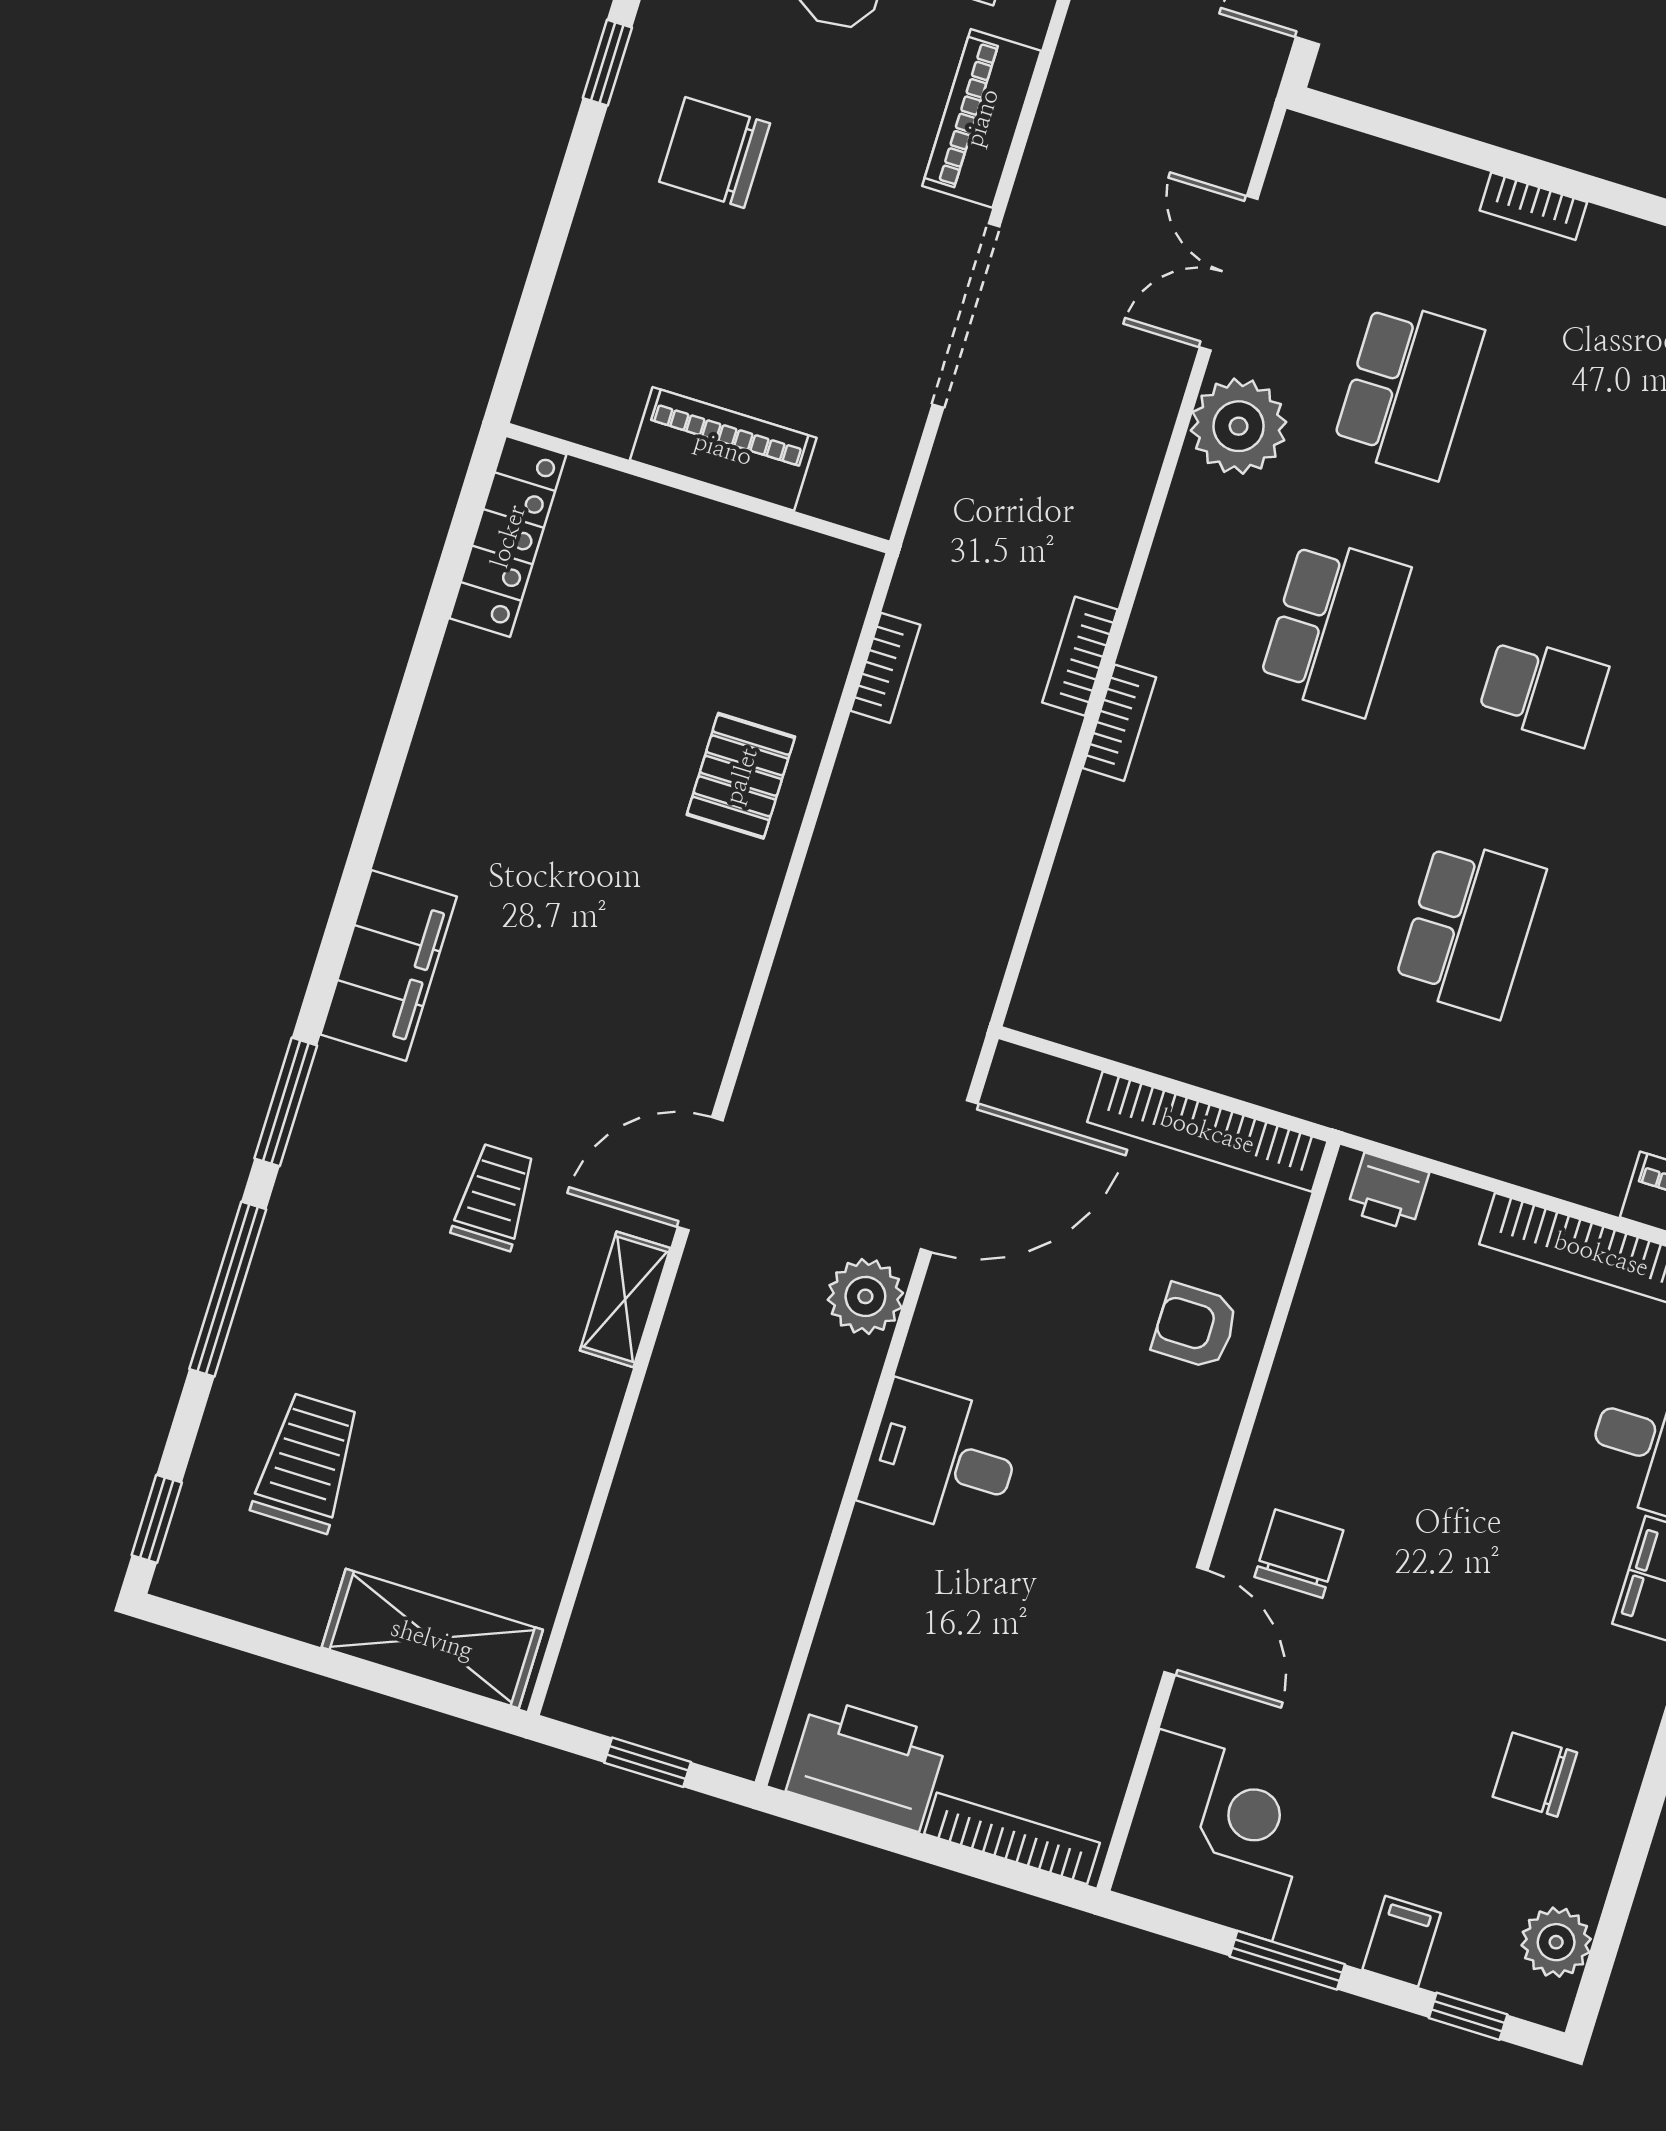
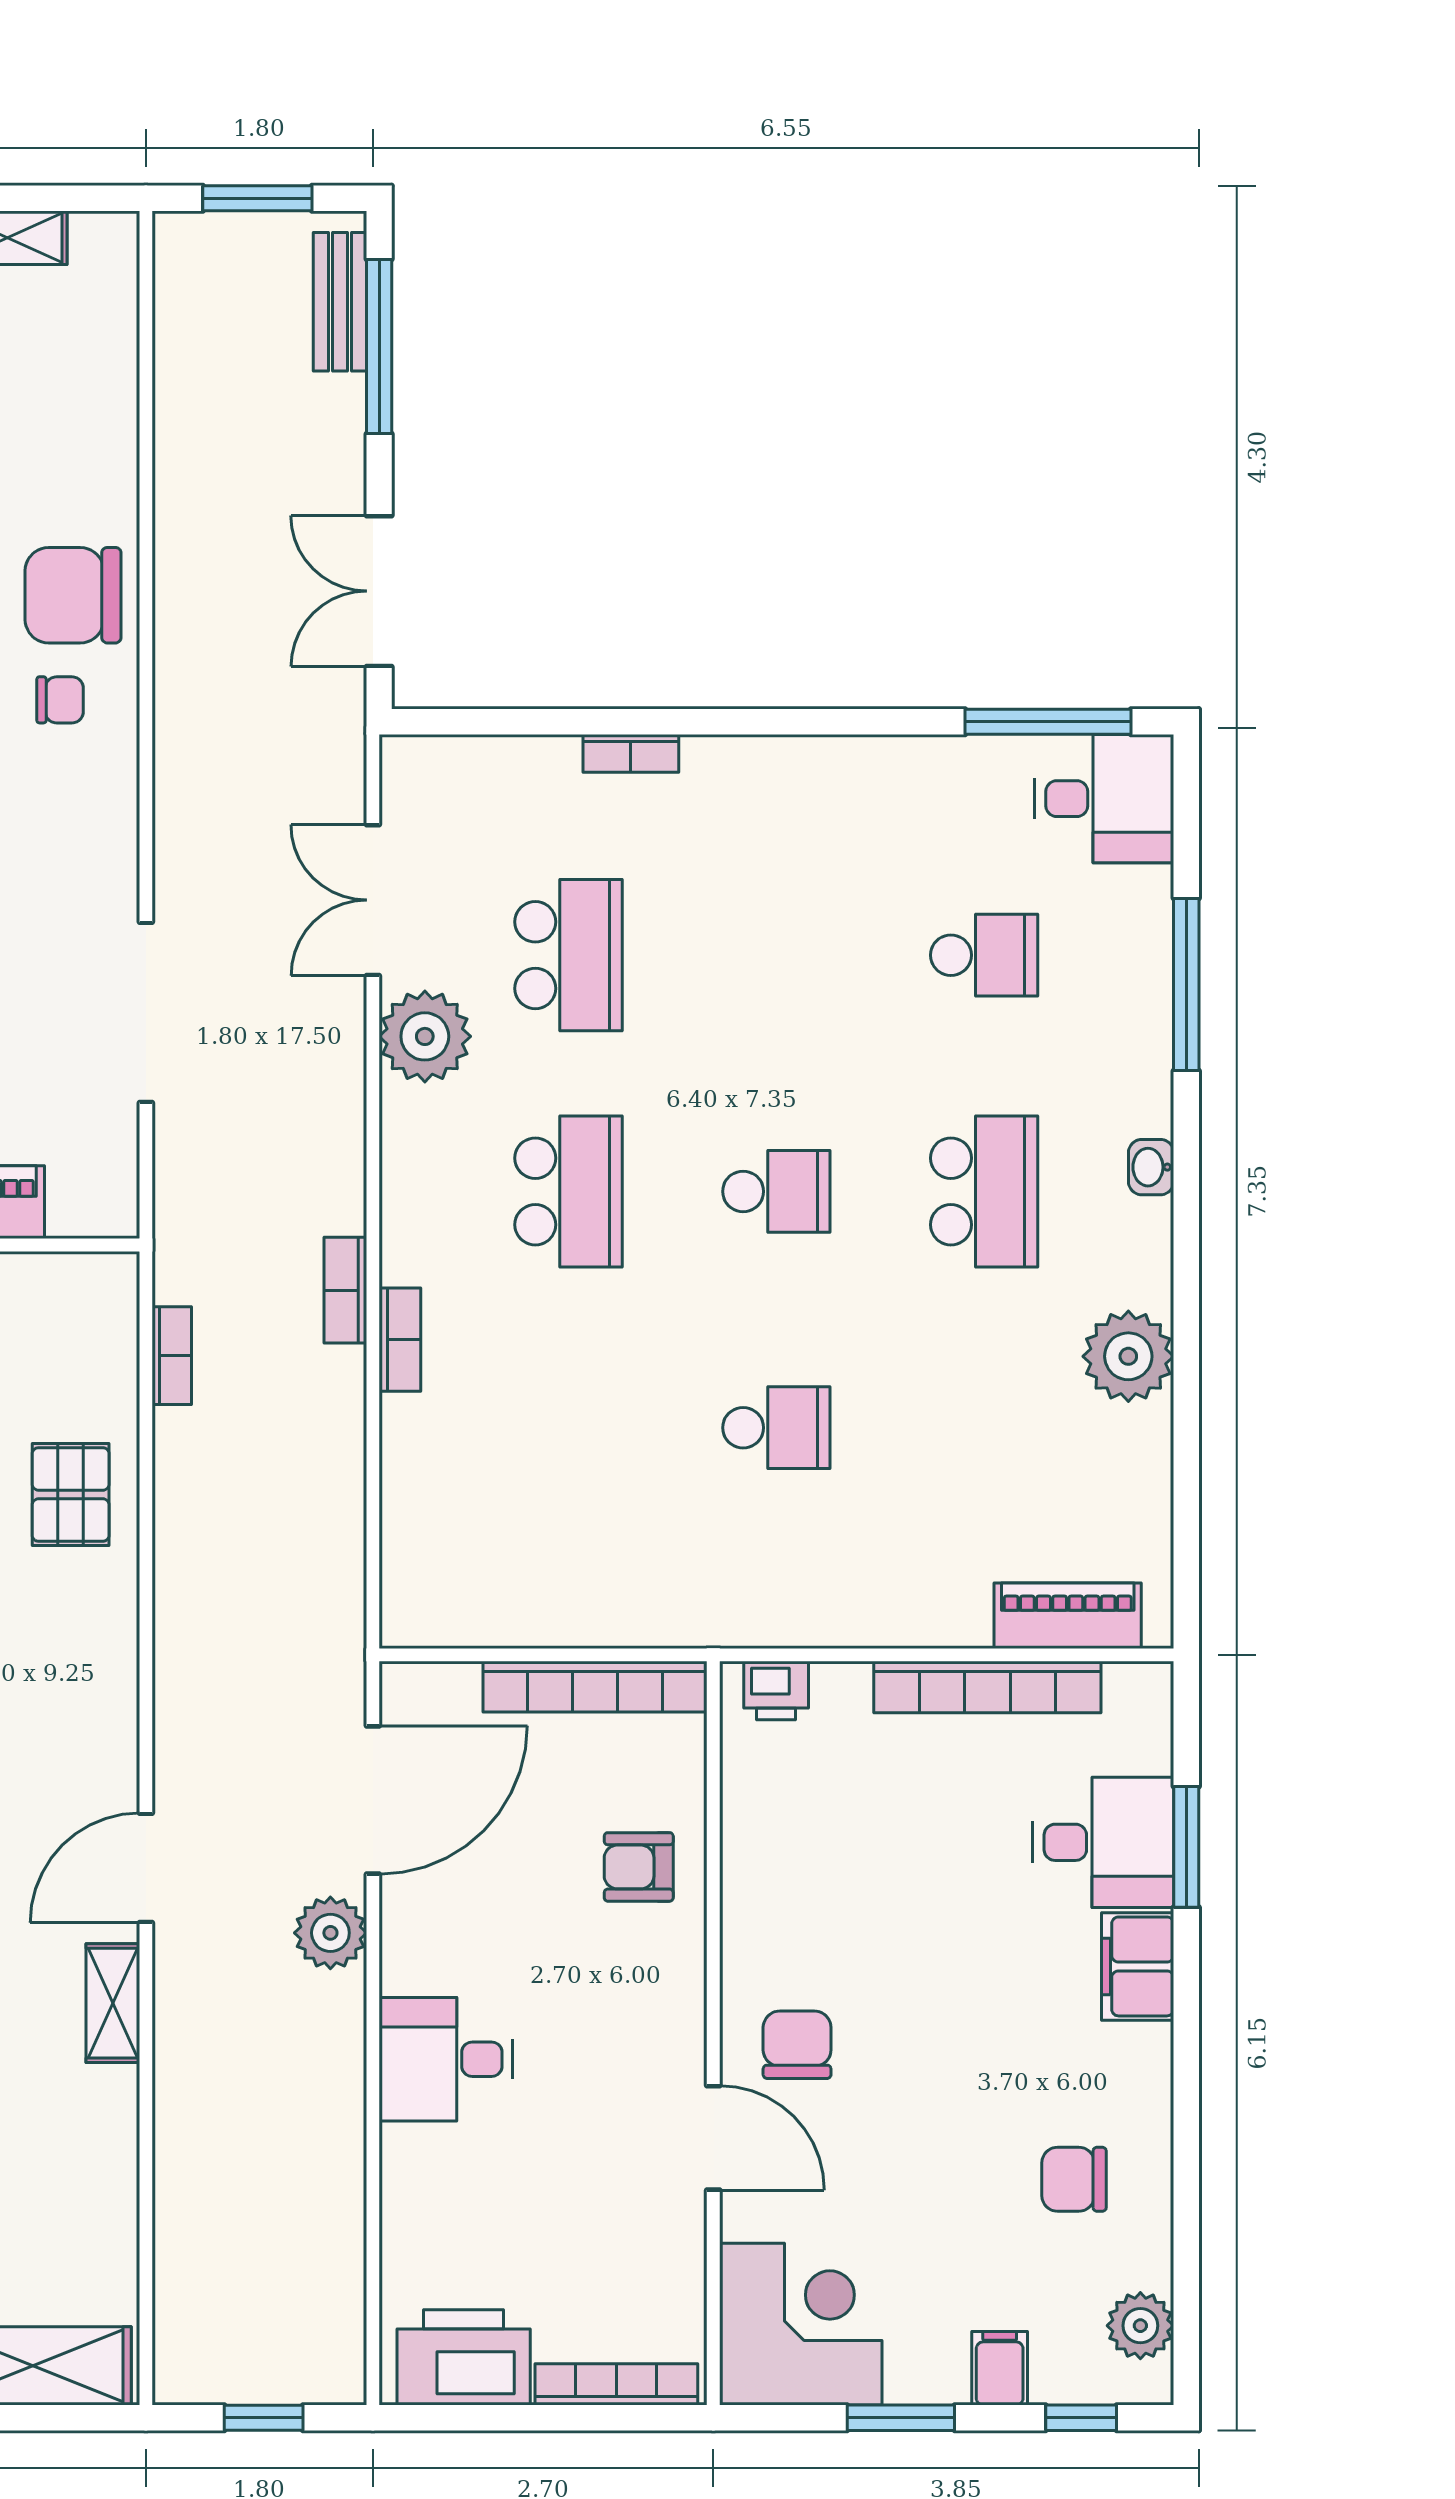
piano: (982, 118) -> (104, 829), removed
school desk: (1470, 928) -> (776, 1428), width x0.54

